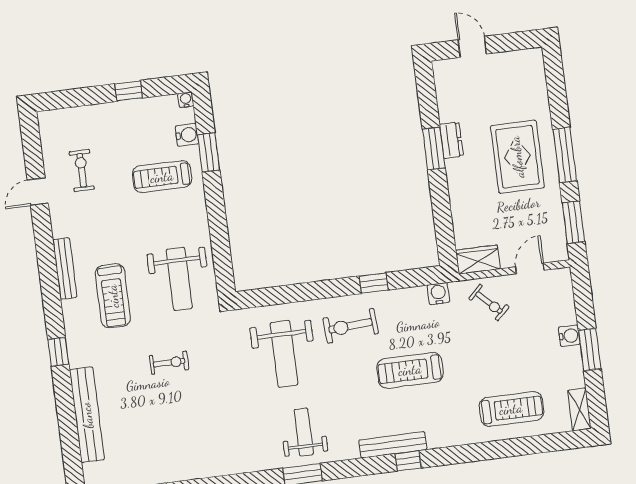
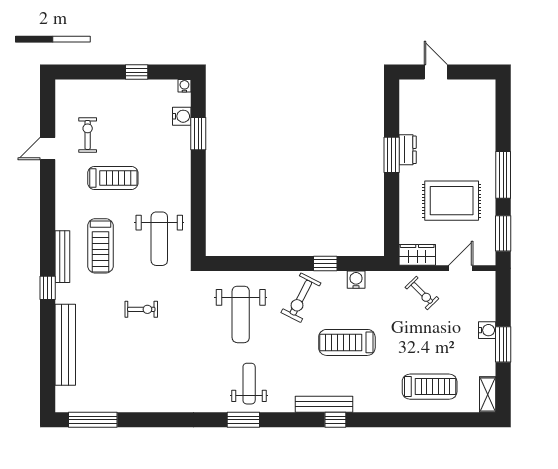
rug: (517, 157) -> (452, 201), moved, turned 90
treadmill: (162, 177) -> (113, 178), moved, turned 180
bench: (65, 269) -> (62, 257), moved
water cooler: (438, 294) -> (356, 280), moved
exercise bike: (351, 326) -> (301, 298), turned -59

